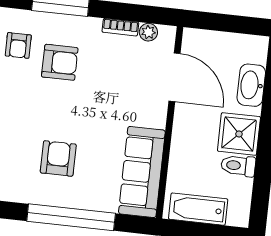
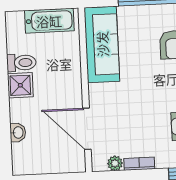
washbasin: (251, 85) -> (18, 133), width x0.52, depth x0.69
shower: (239, 134) -> (20, 85), width x0.73, depth x0.73

